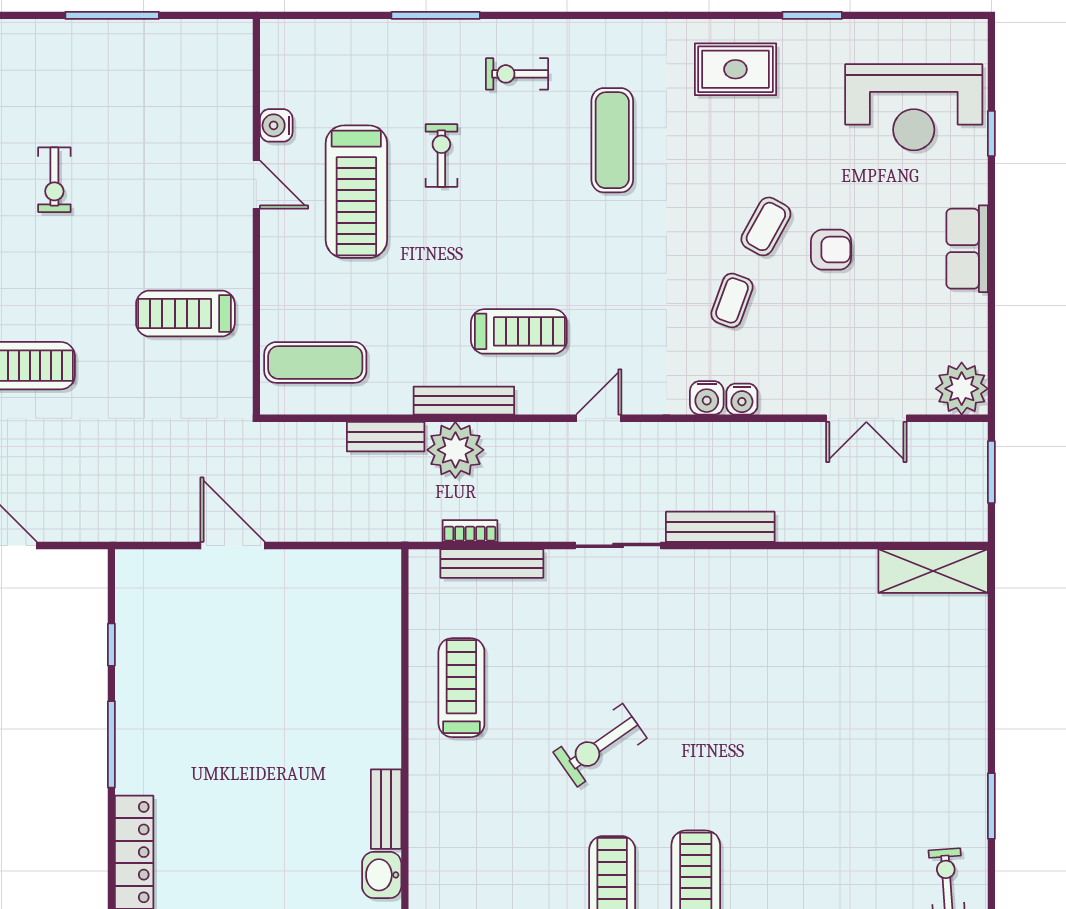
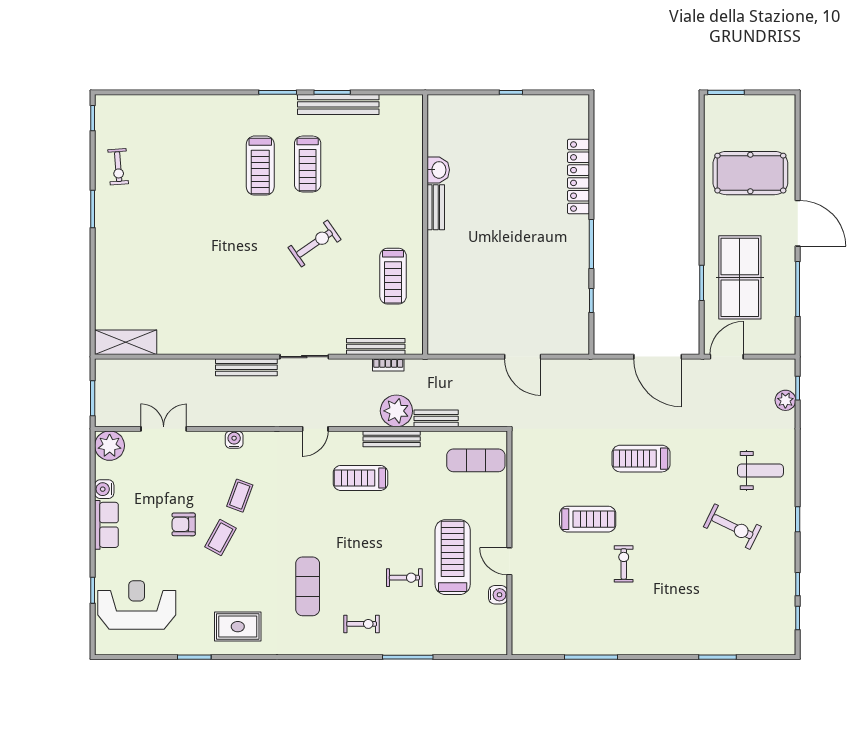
exercise bike: (441, 156) -> (404, 578), turned -90
treadmill: (185, 313) -> (588, 519), moved
water cooler: (707, 398) -> (104, 489), moved, turned -90

